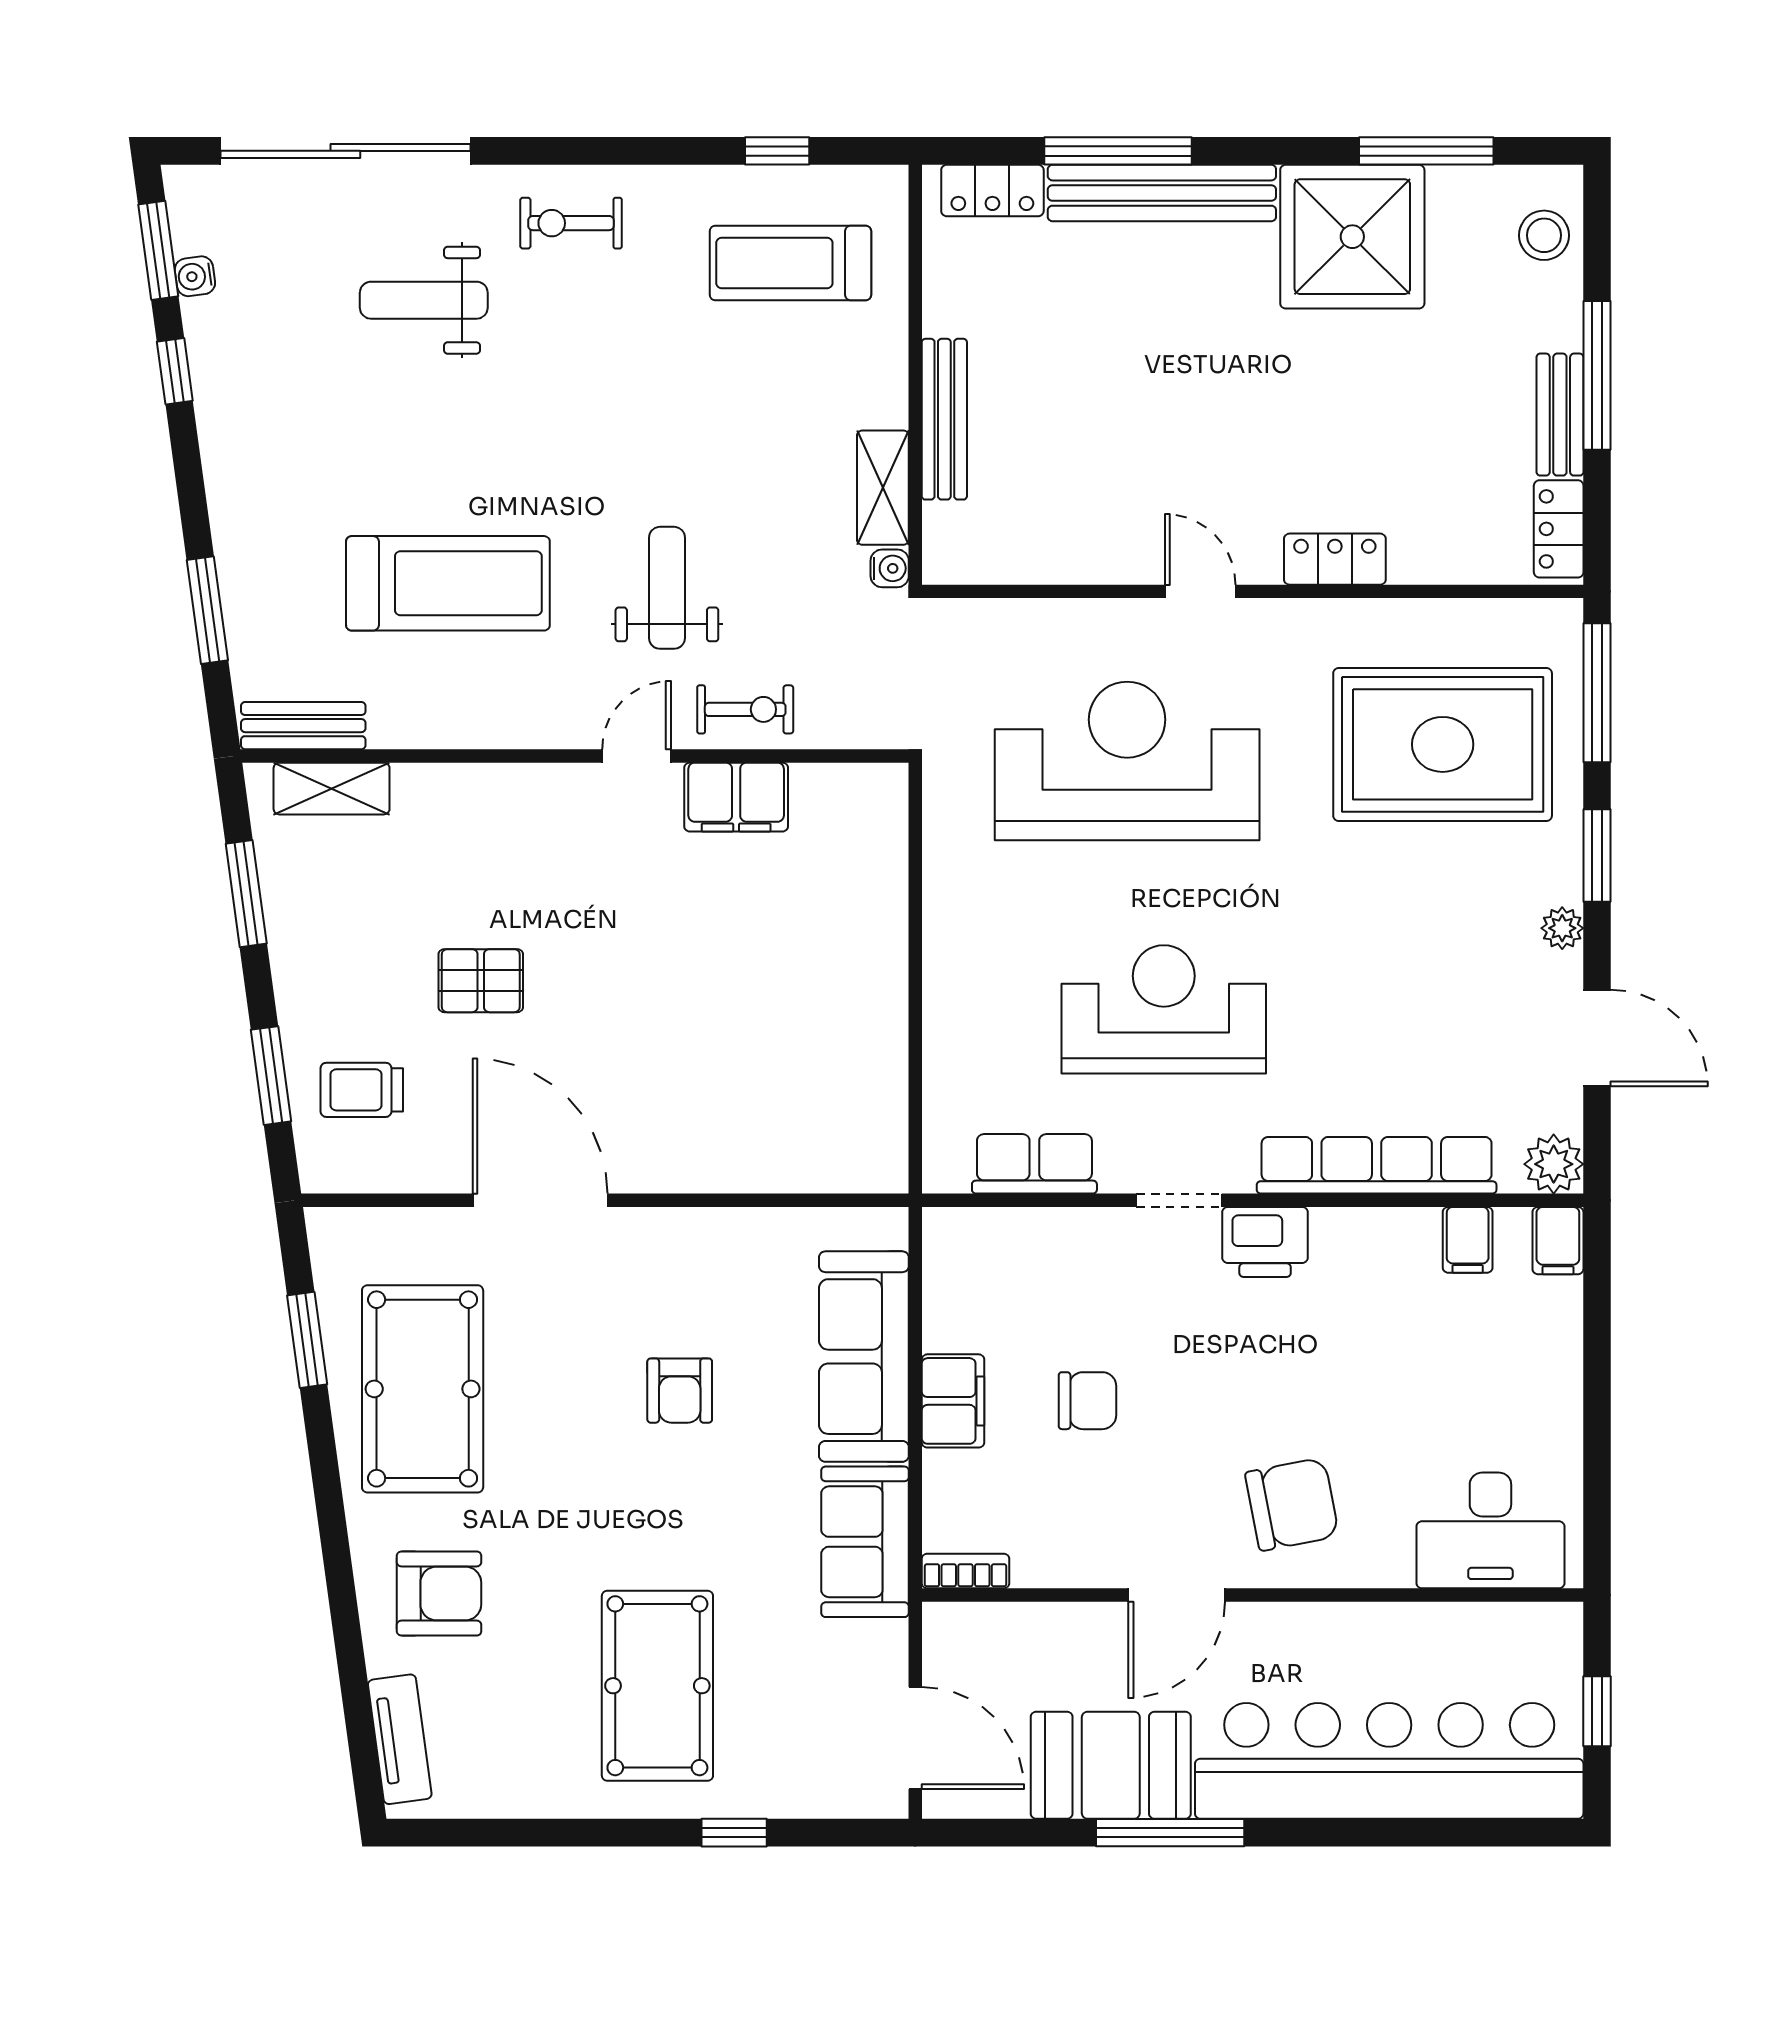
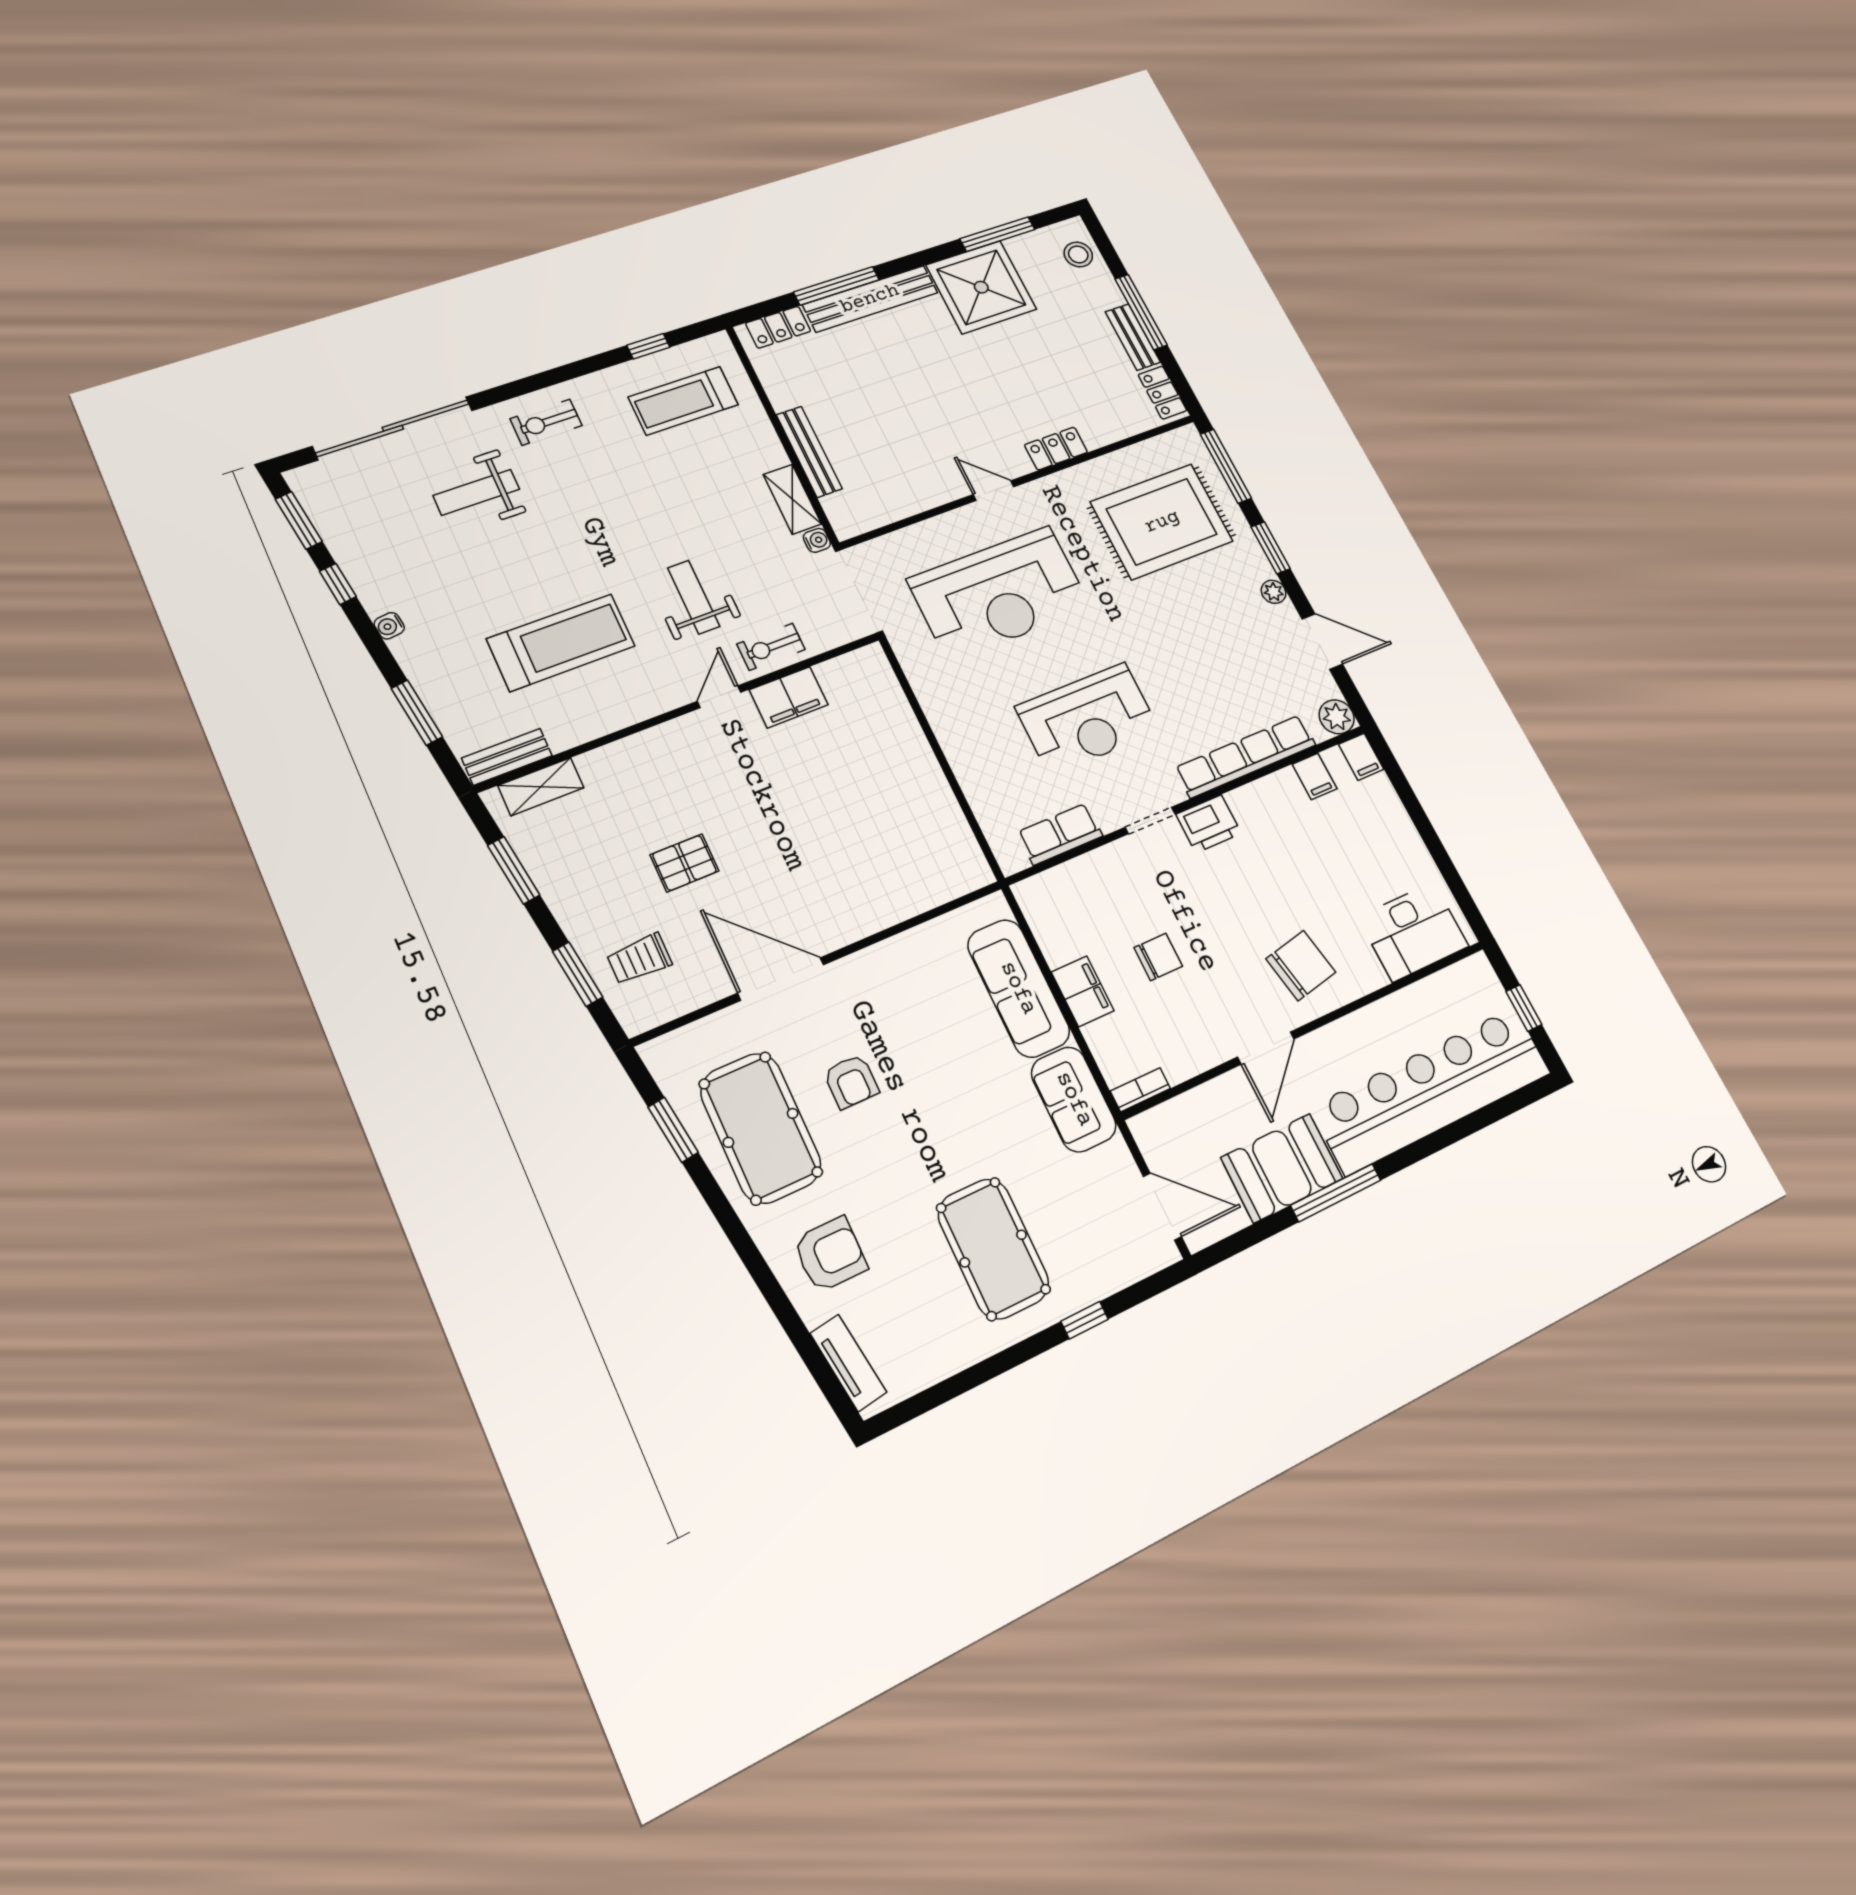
water cooler: (195, 276) -> (389, 626), moved
exercise bike: (745, 709) -> (771, 647), turned 180
reception desk: (1127, 761) -> (999, 593), turned 180
reception desk: (1164, 1009) -> (1088, 719), turned 180
armchair: (680, 1391) -> (851, 1081), moved

